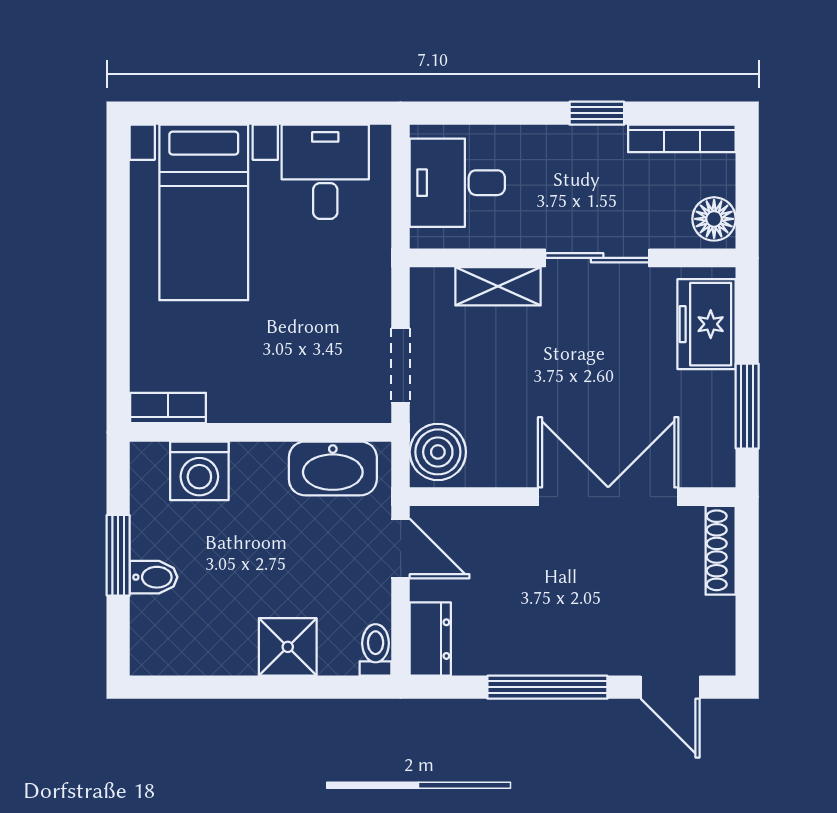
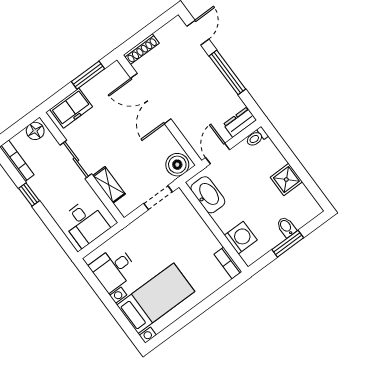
shower: (288, 647) -> (286, 180), moved

